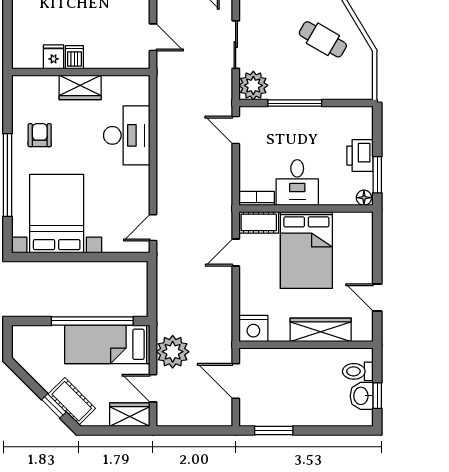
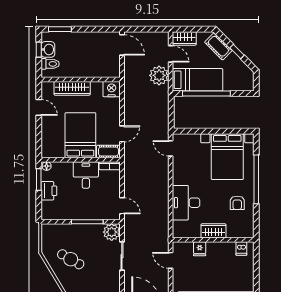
fridge: (54, 57) -> (200, 249), moved
dishwasher: (74, 57) -> (241, 249), moved
door: (153, 228) -> (171, 148), swing flipped
door: (236, 381) -> (122, 45), moved
window: (54, 406) -> (237, 52), moved
window: (274, 430) -> (60, 29), moved

